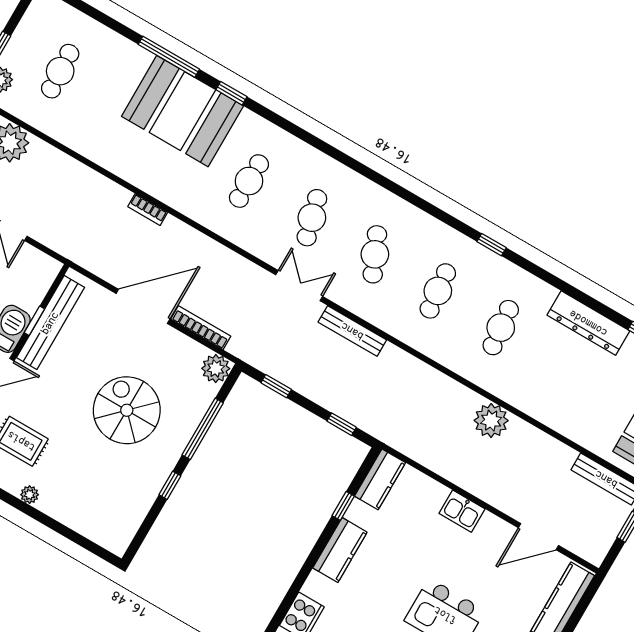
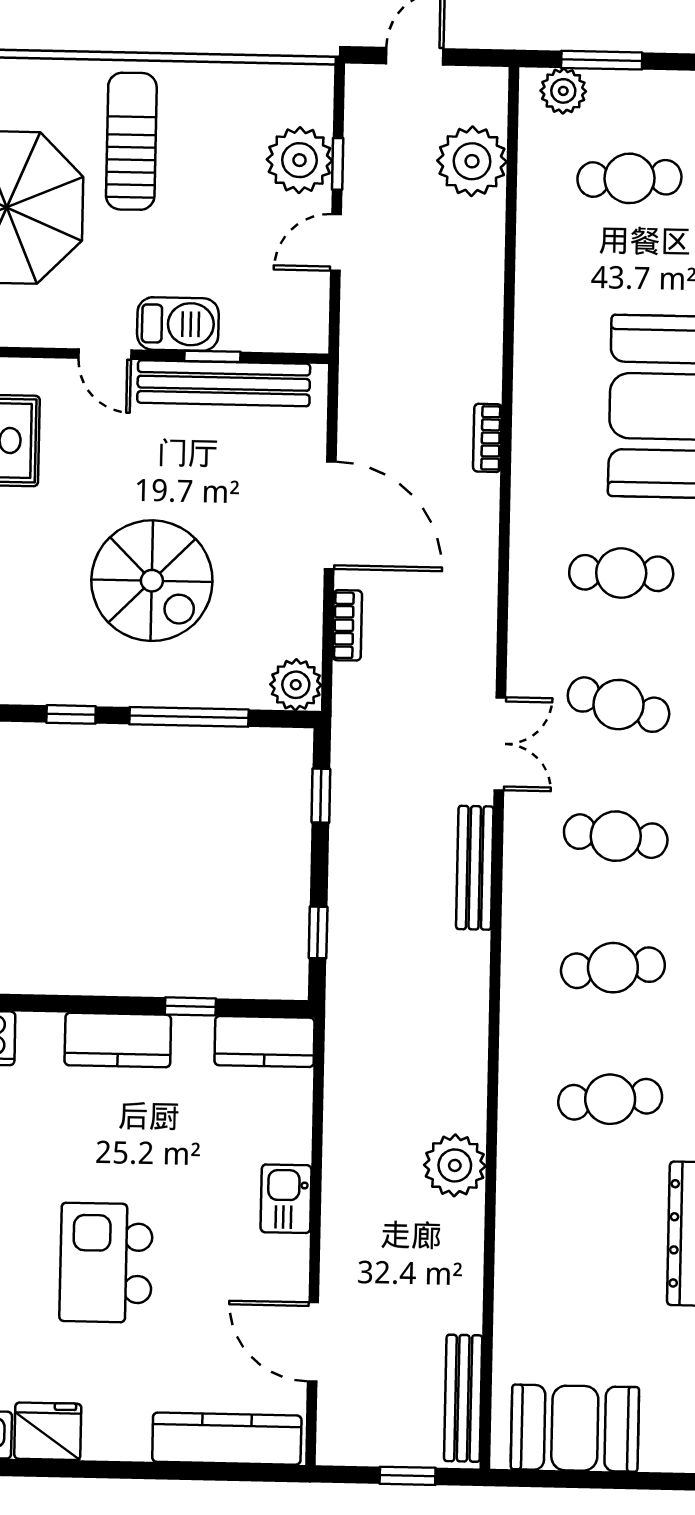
cafe table: (312, 218) -> (618, 705), turned 30
cafe table: (375, 254) -> (616, 836), turned 30
bookcase: (201, 328) -> (347, 625), width x0.64
spiral stairs: (127, 410) -> (152, 581), turned 90

